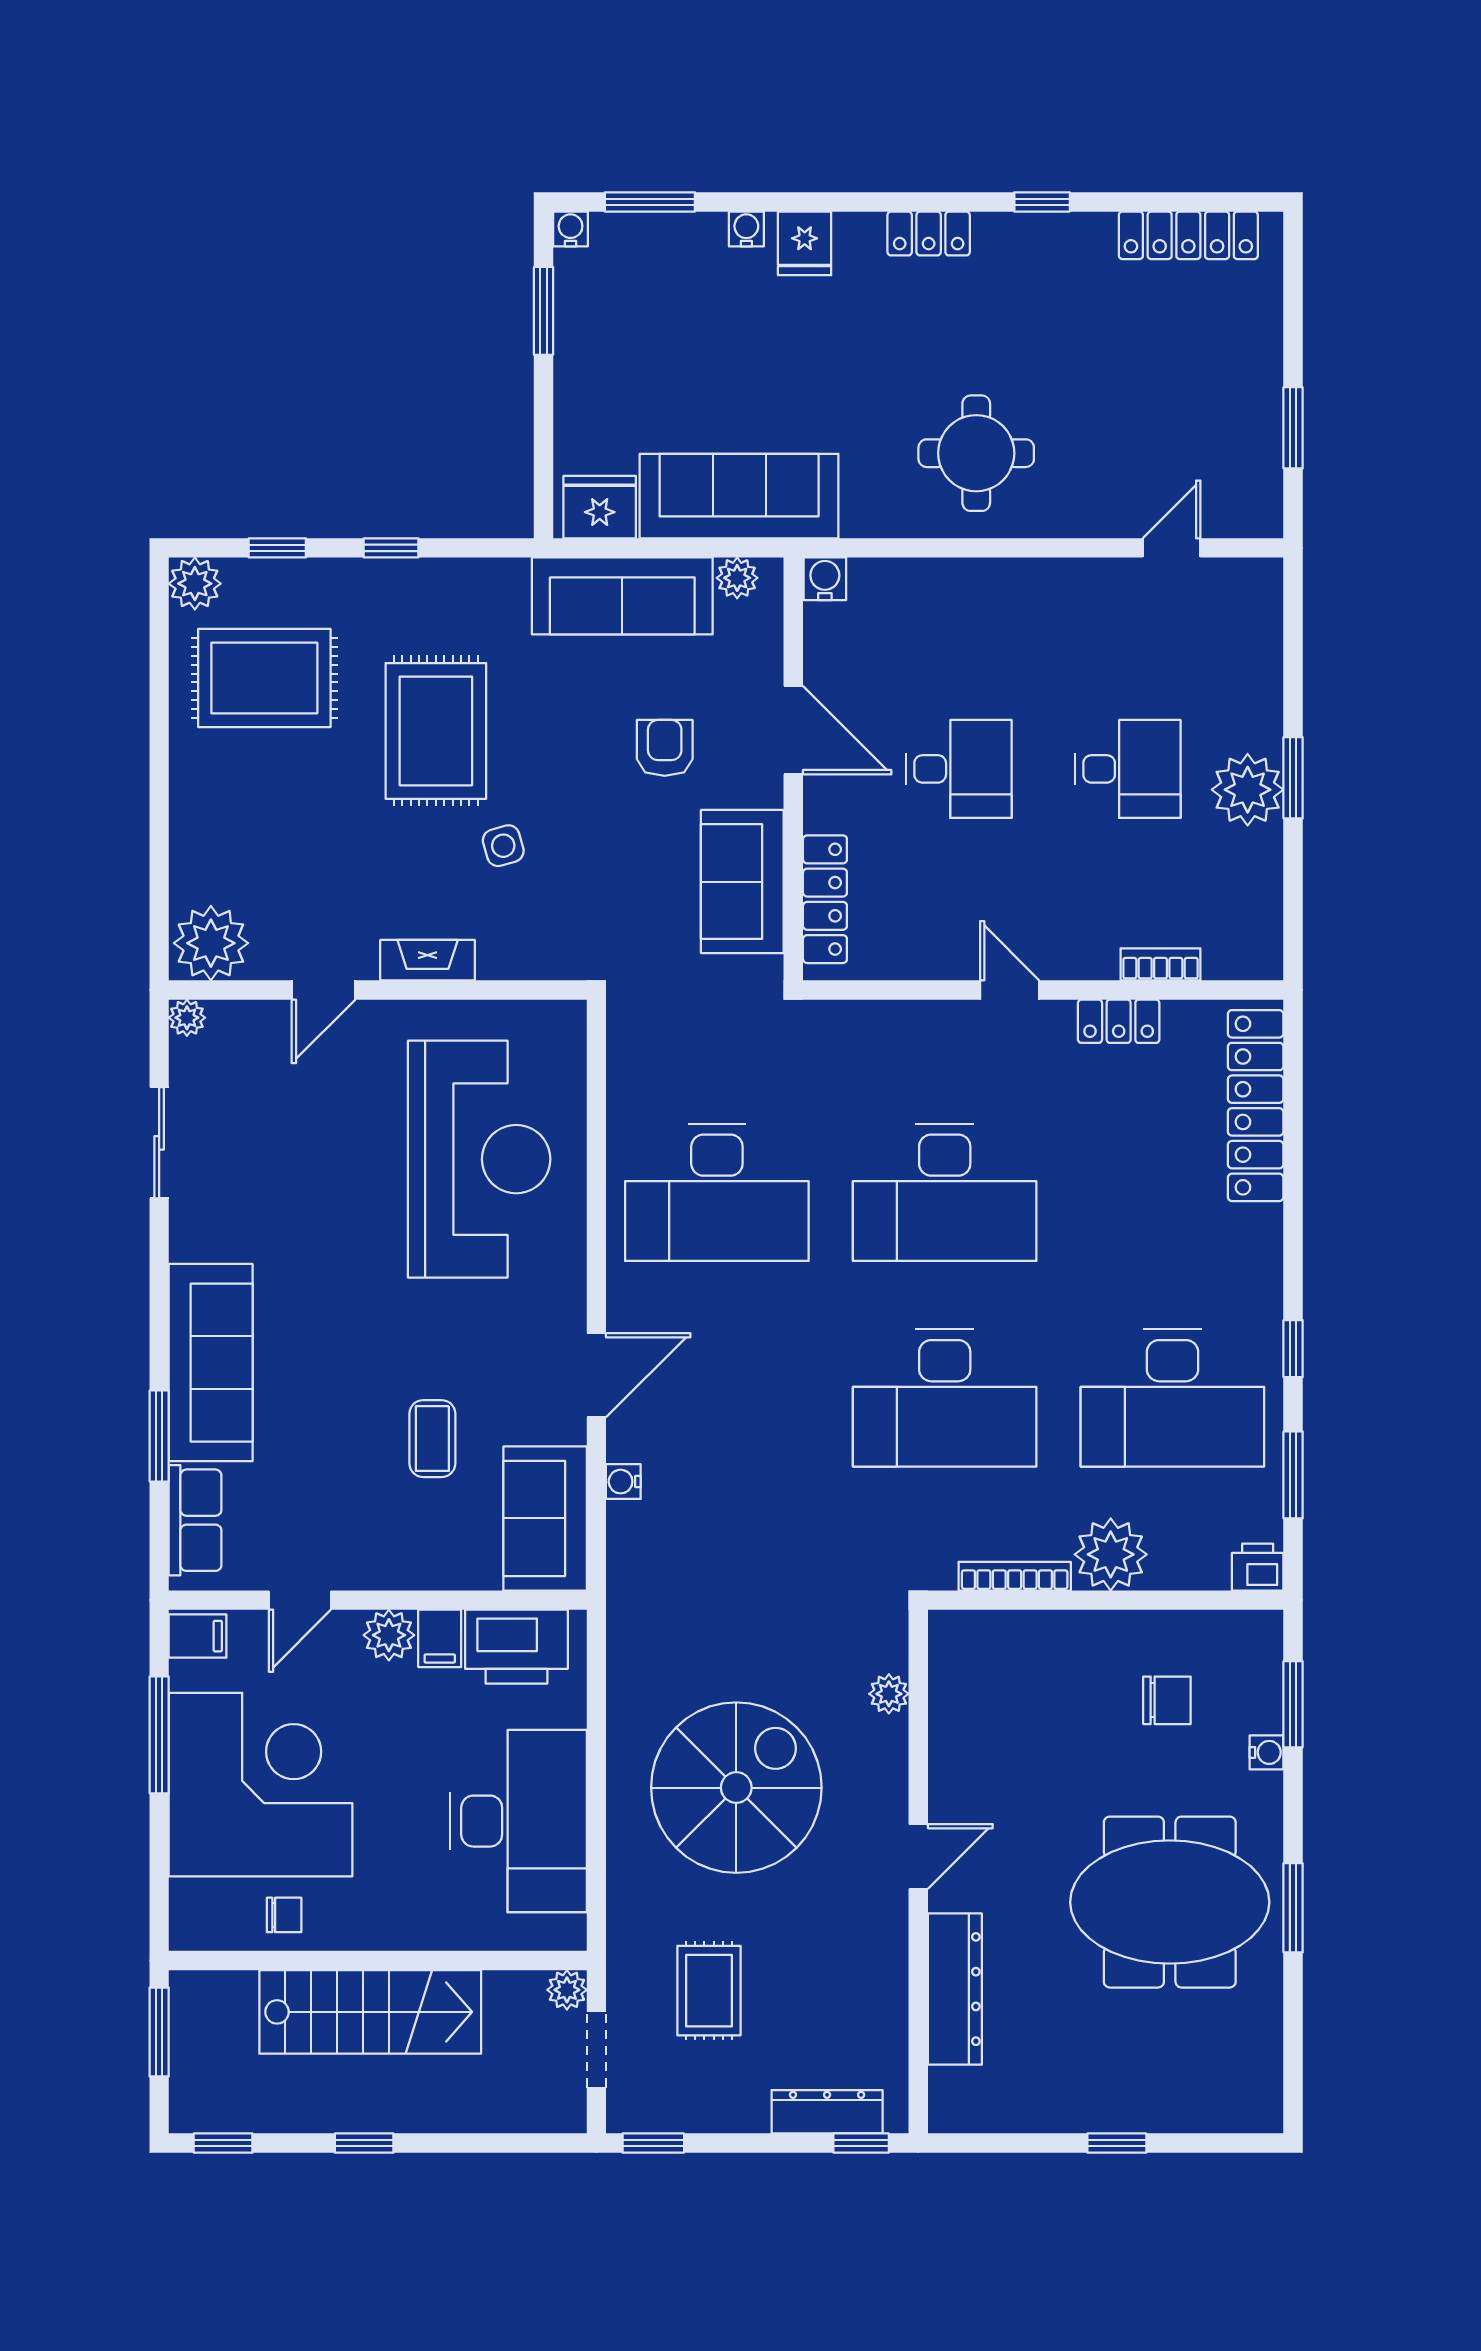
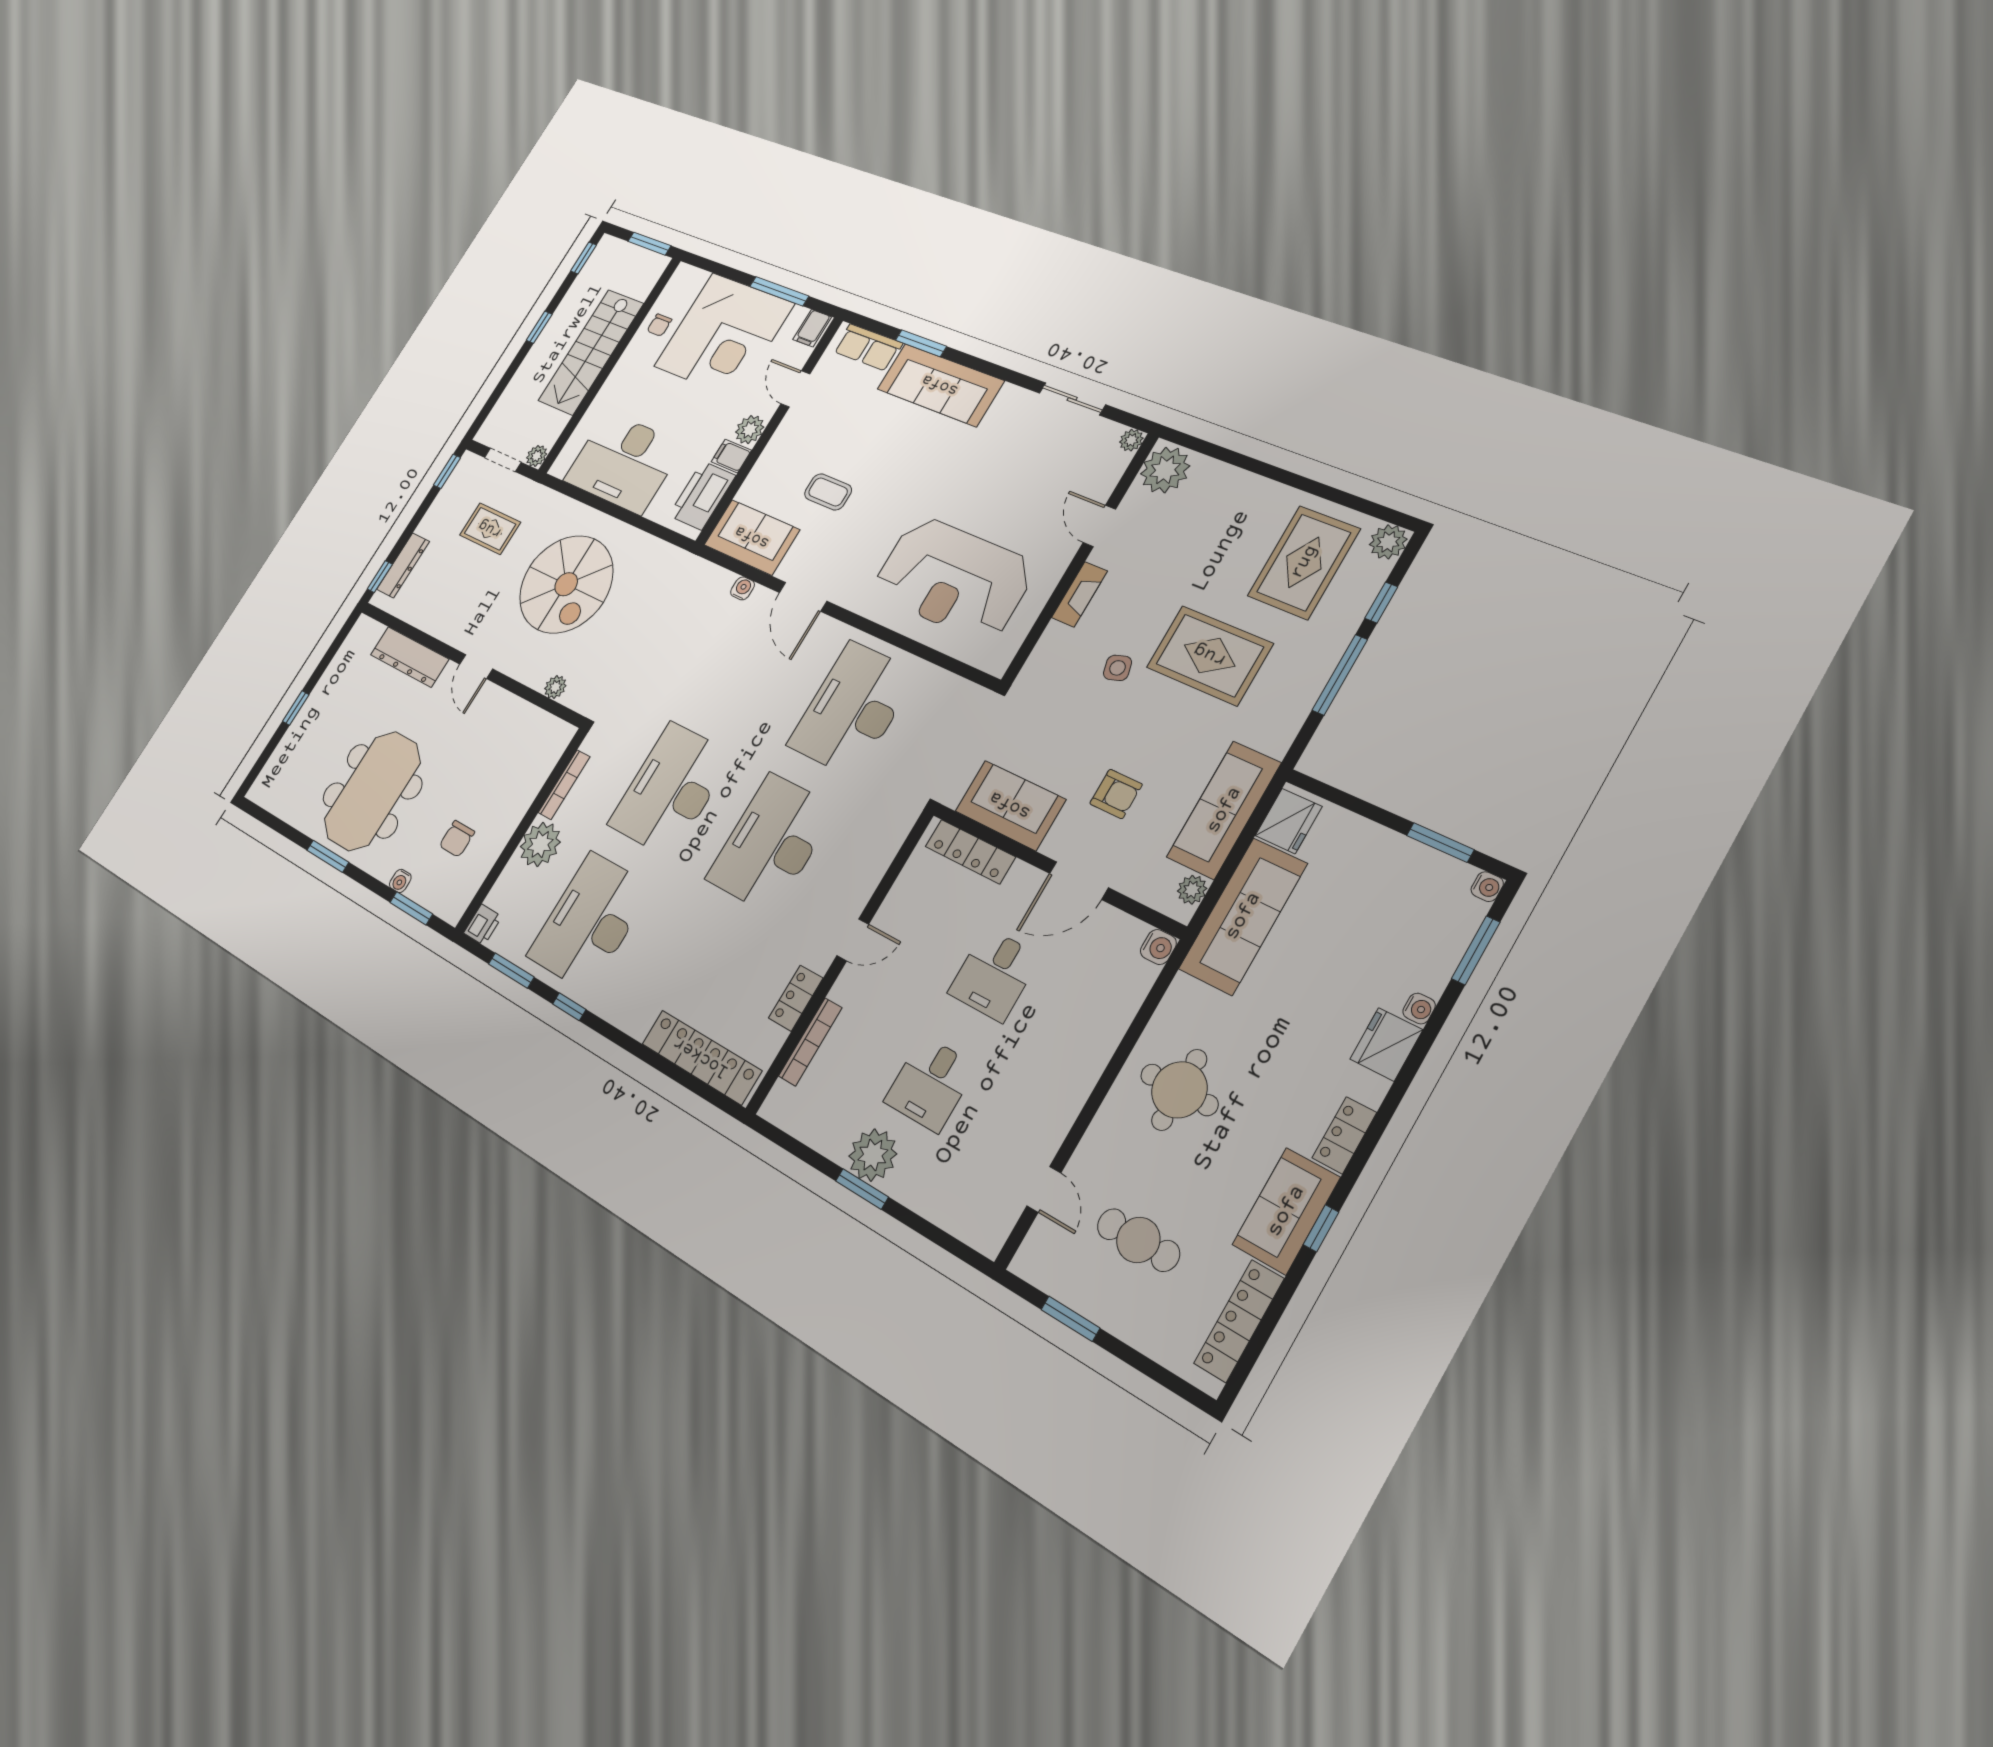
fridge: (805, 243) -> (1386, 1044), width x1.38
sofa: (1044, 251) -> (1286, 1211), added
cafe table: (1166, 401) -> (1138, 1240), added
window: (391, 548) -> (1340, 675), width x2.17
bookcase: (1161, 964) -> (810, 1042), width x1.56

